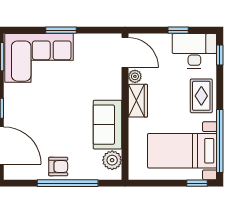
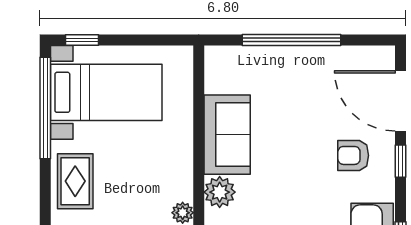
wardrobe: (138, 101) -> (178, 173), removed
plant: (112, 160) -> (220, 192), moved
armchair: (58, 166) -> (353, 155), moved

